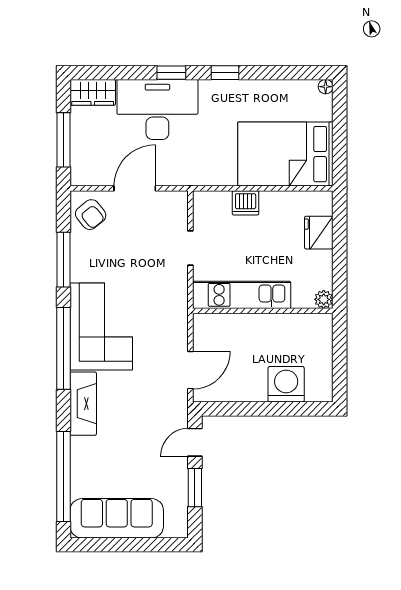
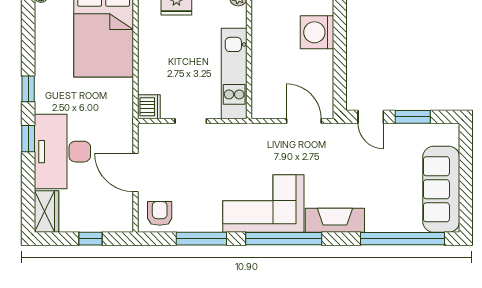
window: (63, 140) -> (90, 239), width x0.46
dishwasher: (246, 203) -> (149, 107), moved
armchair: (91, 215) -> (160, 213), turned -51

